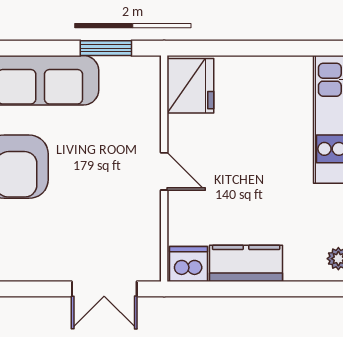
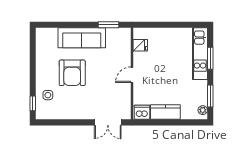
fridge: (190, 86) -> (140, 45), width x0.53, depth x0.75
door: (164, 171) -> (132, 75), swing flipped

